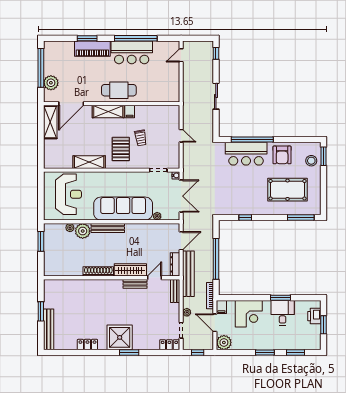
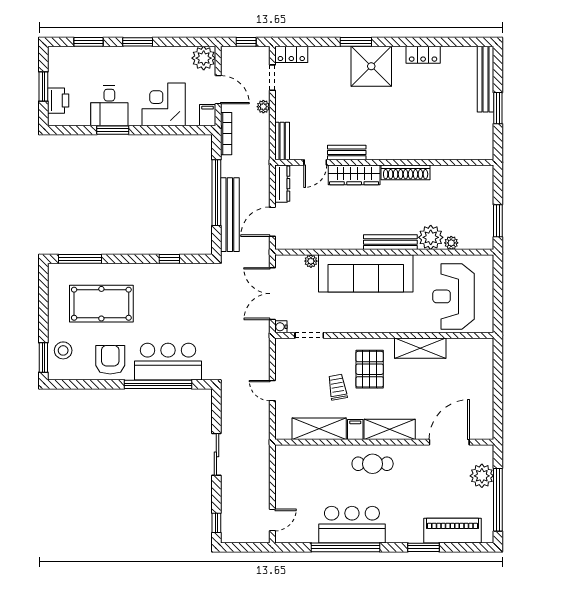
piano: (92, 49) -> (452, 531), moved
cafe table: (119, 90) -> (373, 464), width x0.73, depth x0.74
shelving: (50, 122) -> (319, 429), moved, turned 90
bench: (188, 274) -> (230, 215), moved

